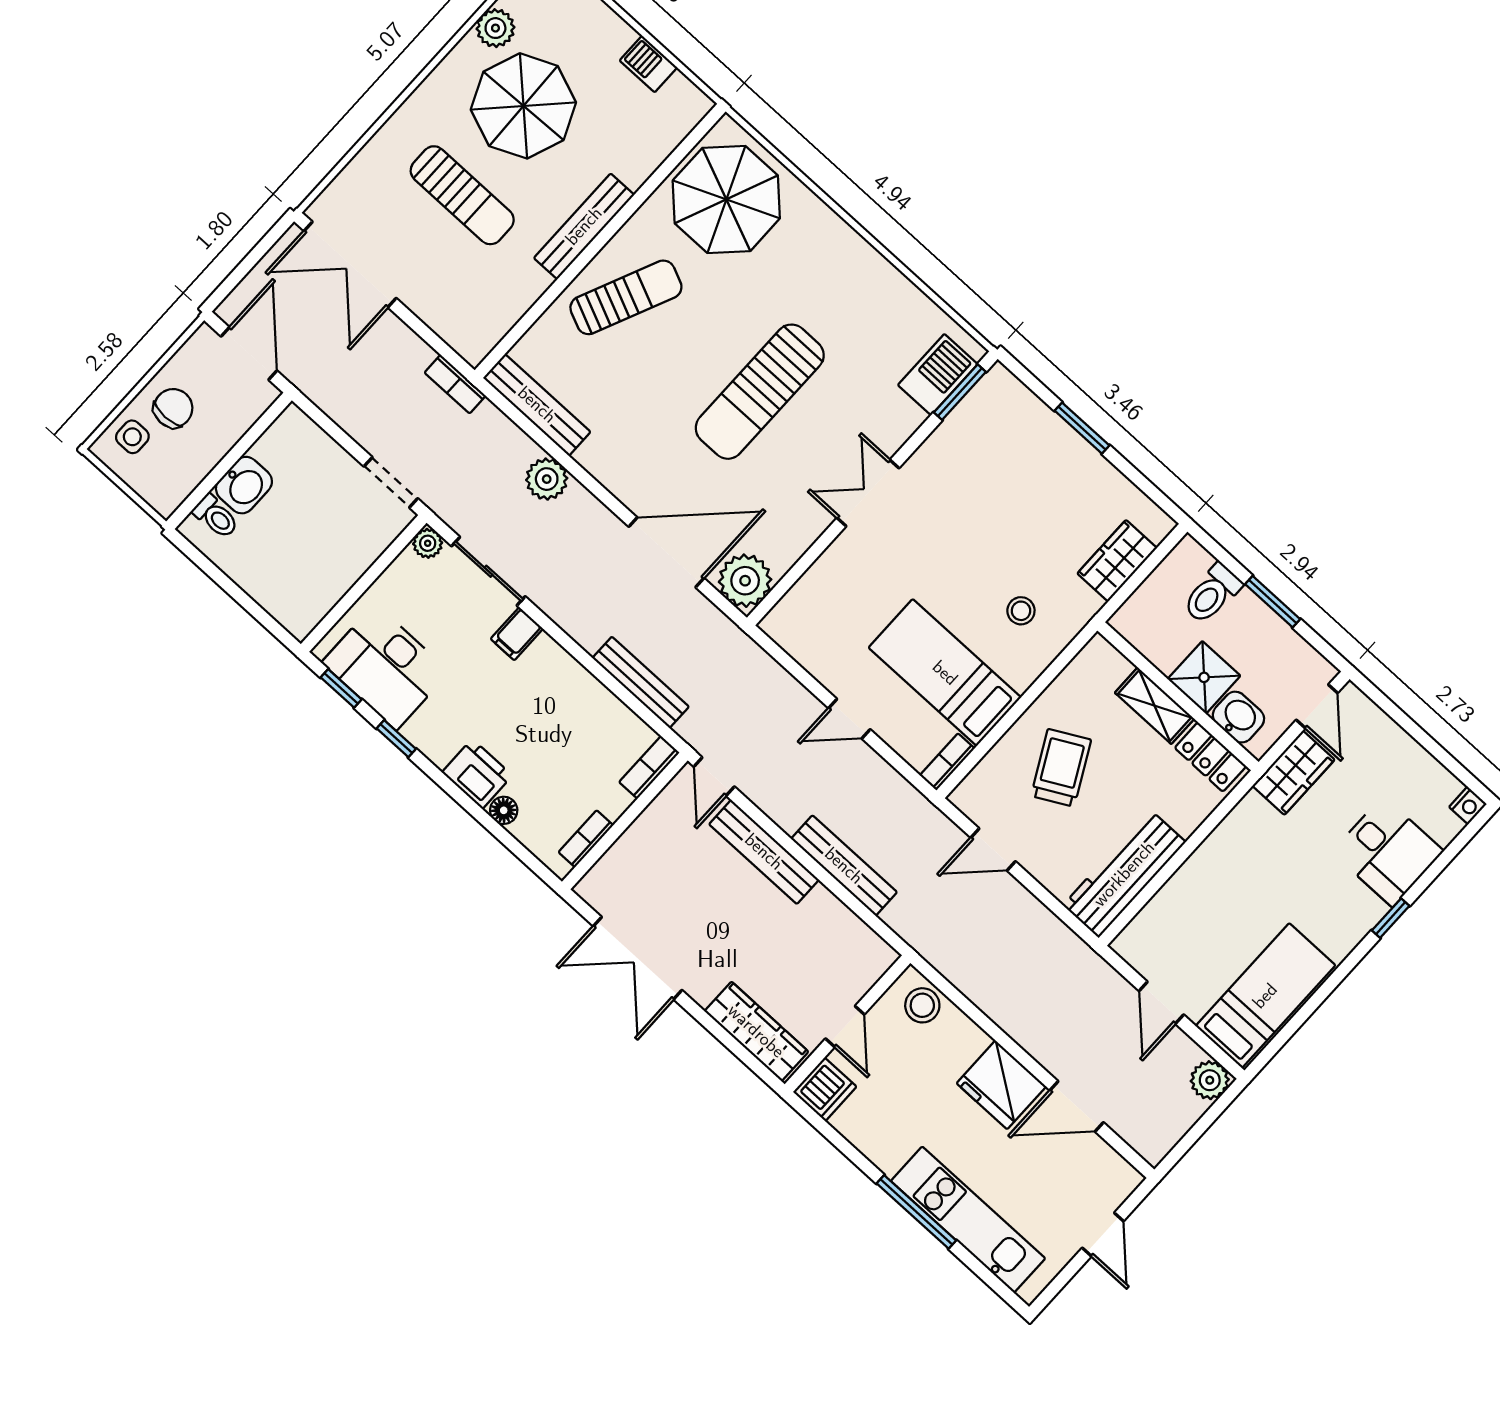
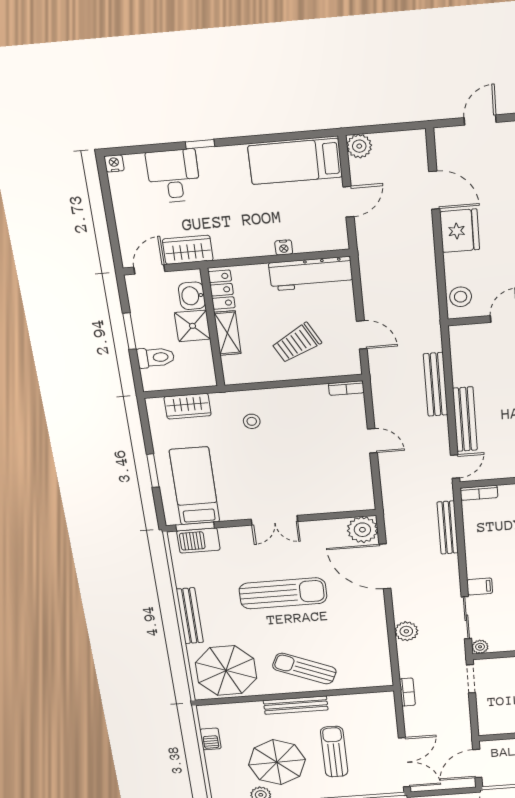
bench: (537, 405) -> (190, 616), moved
bed: (945, 673) -> (195, 486), moved, turned 180
nightstand: (1185, 878) -> (284, 247), added

